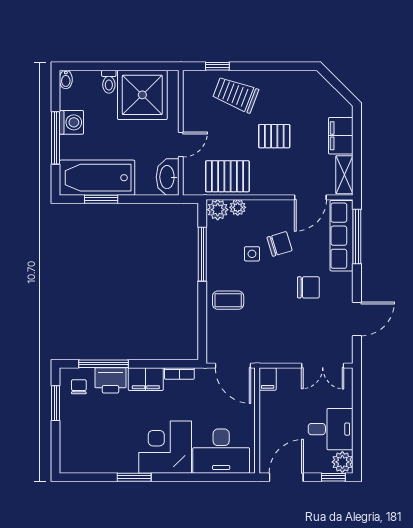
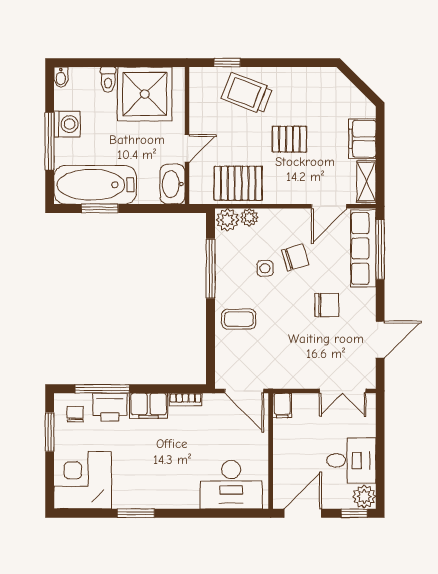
corner desk: (165, 447) -> (83, 480), moved

